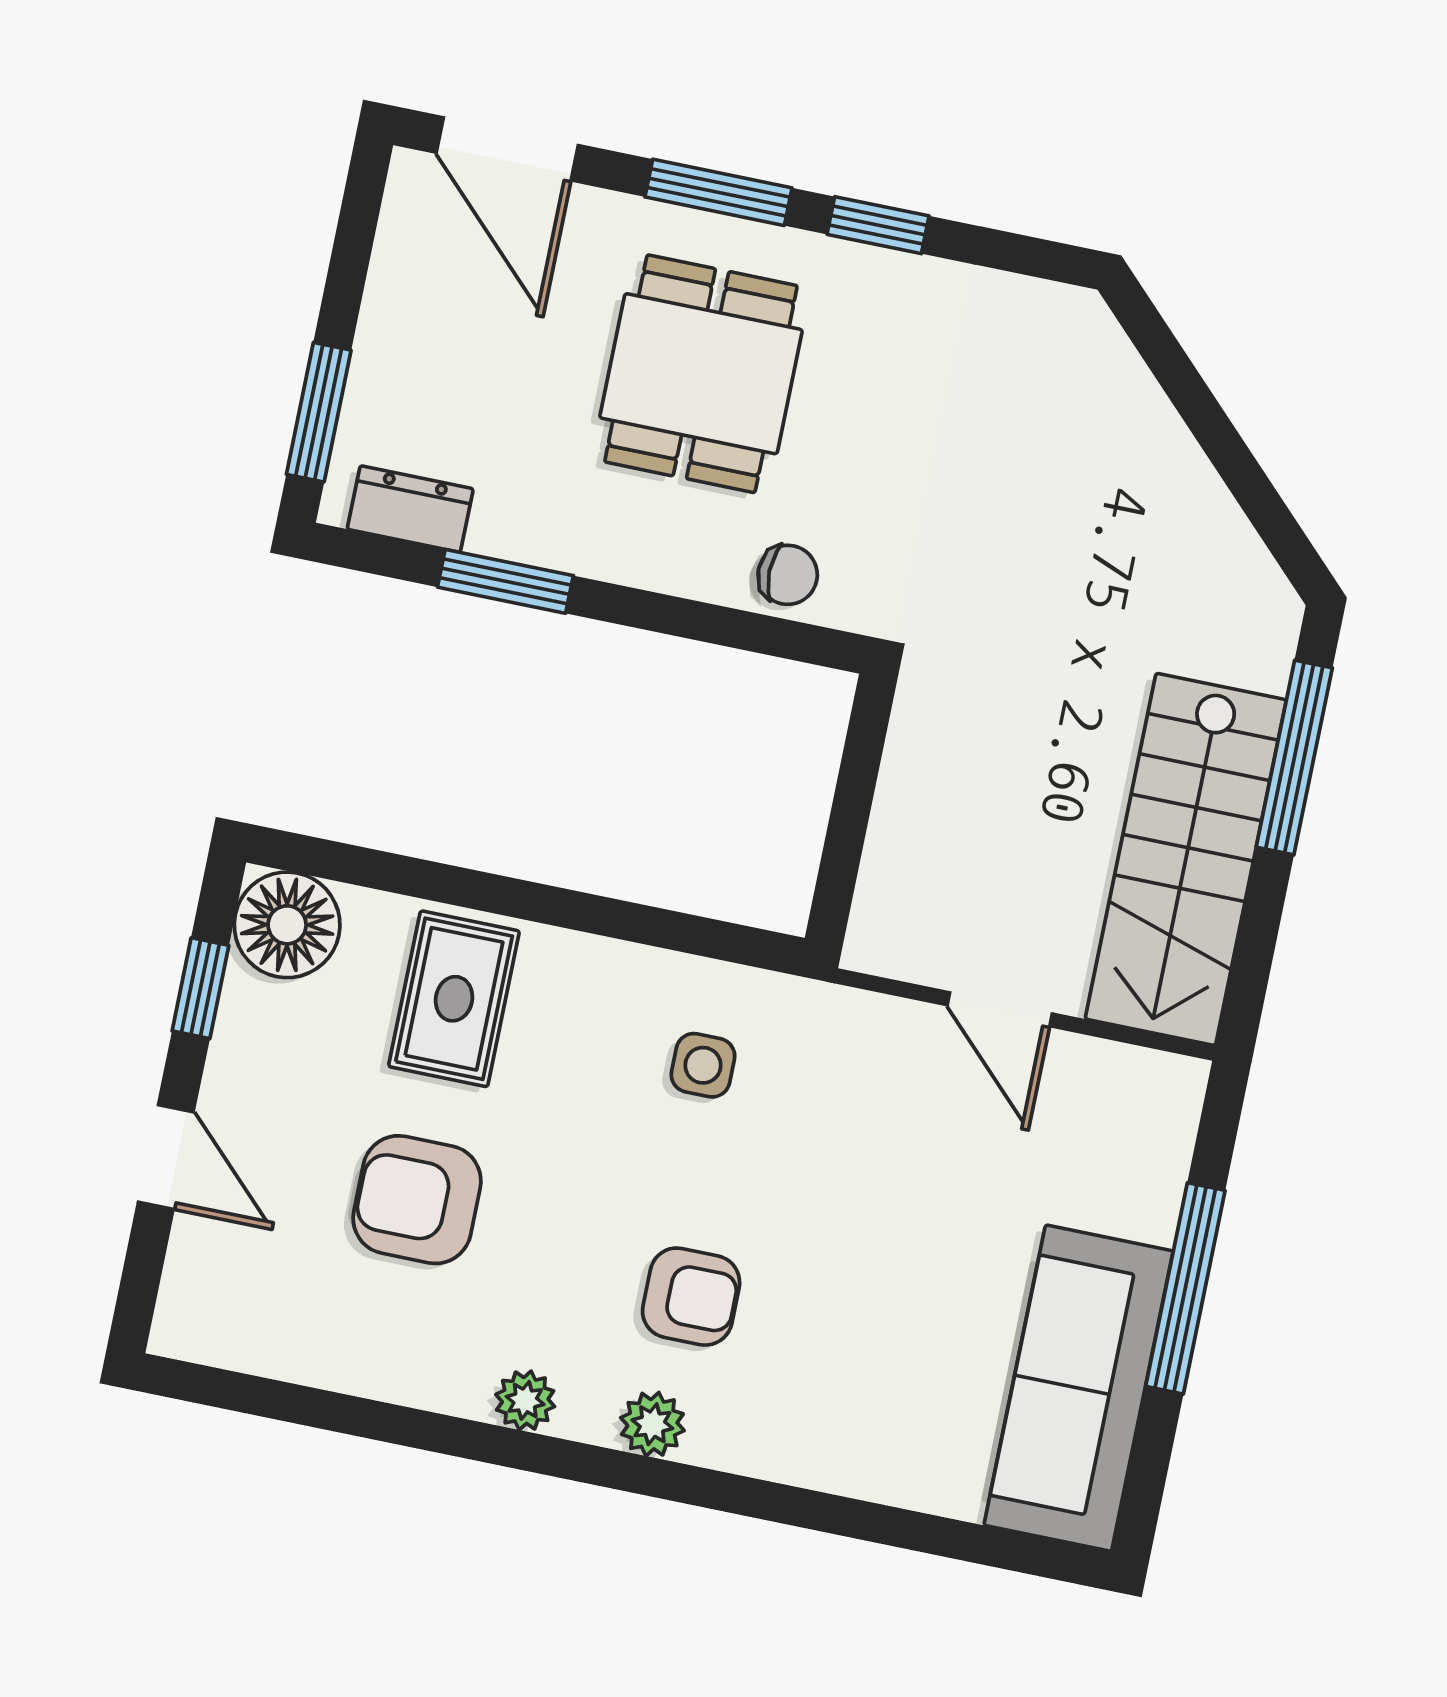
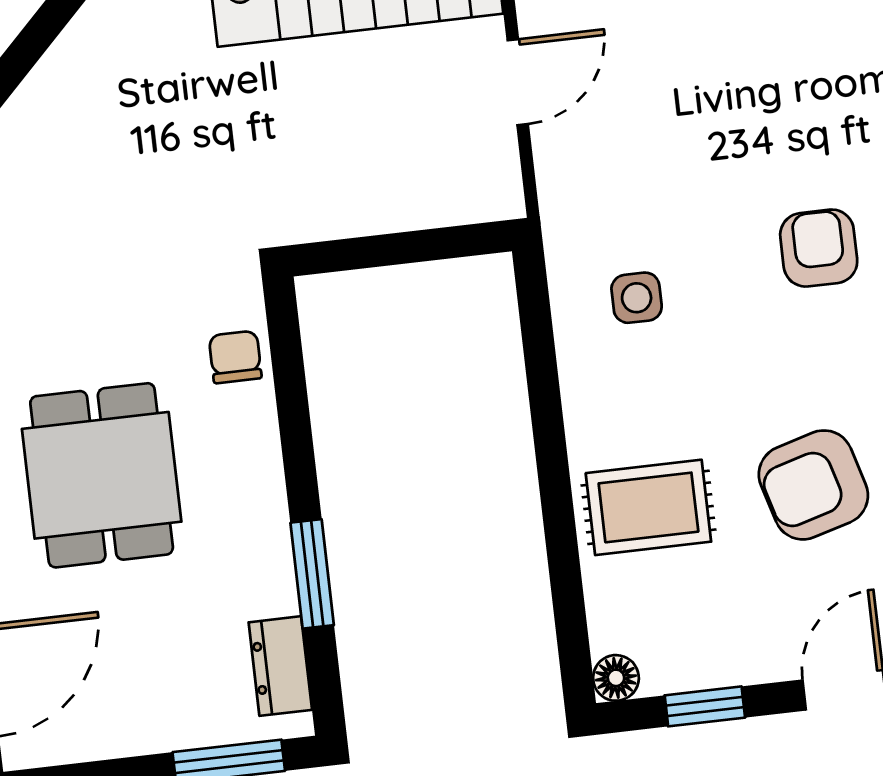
dining table: (701, 374) -> (102, 475), turned 90
floor lamp: (287, 925) -> (616, 678), width x0.53, depth x0.53
armchair: (417, 1200) -> (813, 485), turned 74

